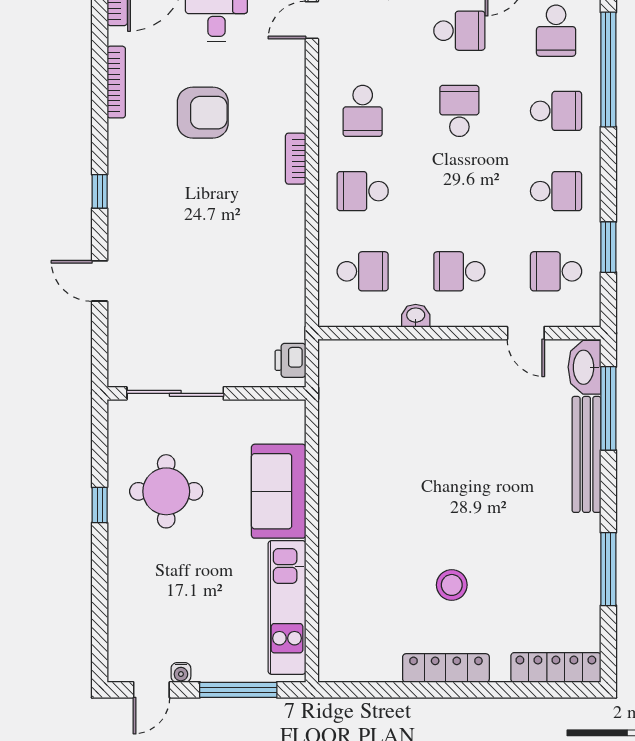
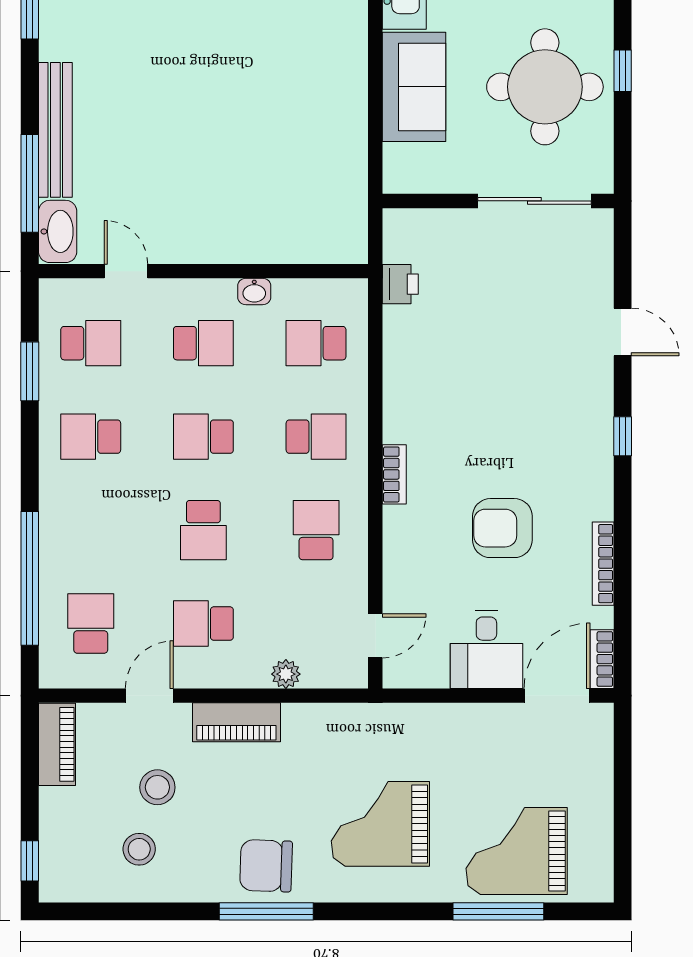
school desk: (556, 111) -> (203, 437), moved
printer: (290, 360) -> (400, 284), moved
round table: (166, 491) -> (545, 87), width x1.36, depth x1.36

